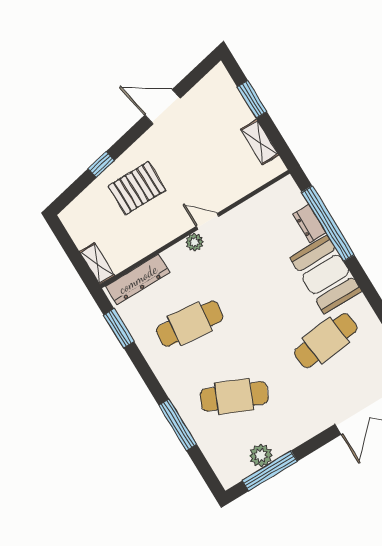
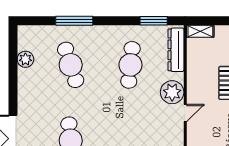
plant: (195, 242) -> (172, 92), width x1.87, depth x1.87
cafe table: (234, 396) -> (71, 65), turned -42
window: (270, 471) -> (13, 59), removed

